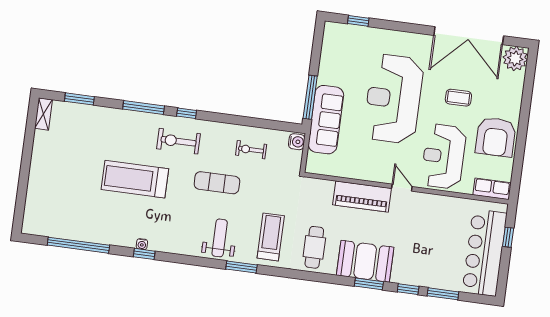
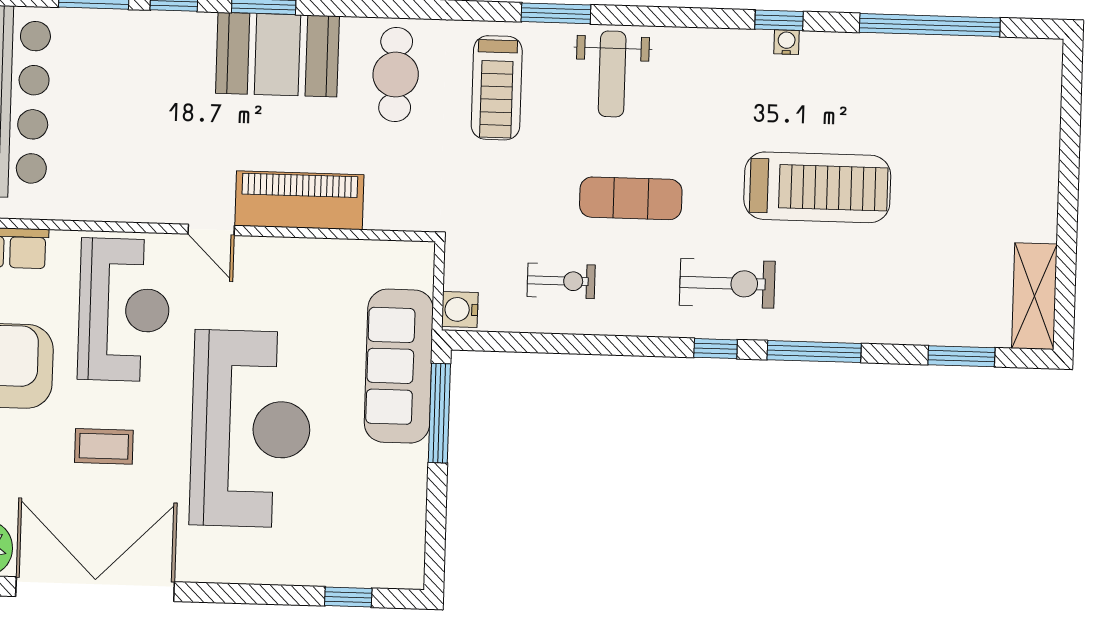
shelving: (44, 114) -> (1034, 296), width x1.50, depth x1.33

